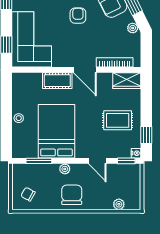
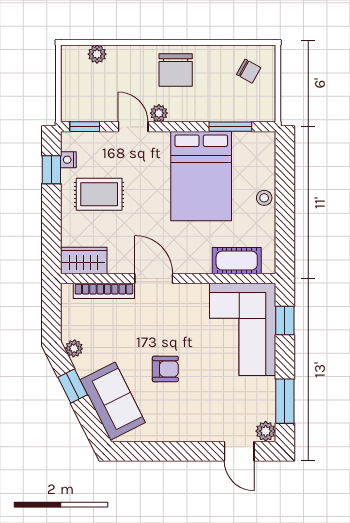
armchair: (78, 16) -> (165, 369), turned -90
cot: (57, 81) -> (237, 261), moved
nightstand: (136, 153) -> (68, 160), moved
plant: (65, 169) -> (159, 113), moved

